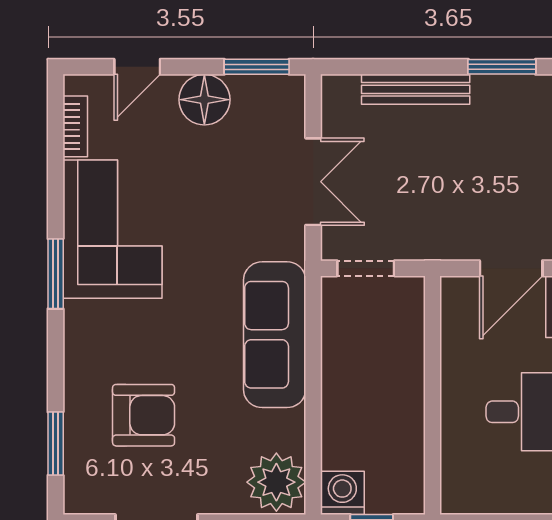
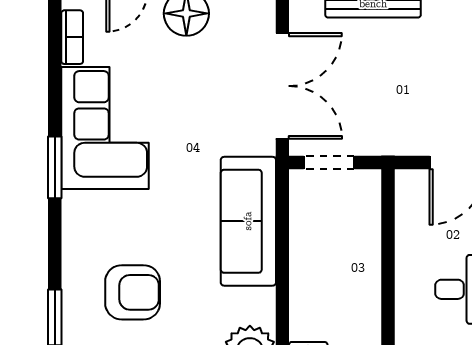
double door: (313, 182) -> (282, 86), width x1.37

